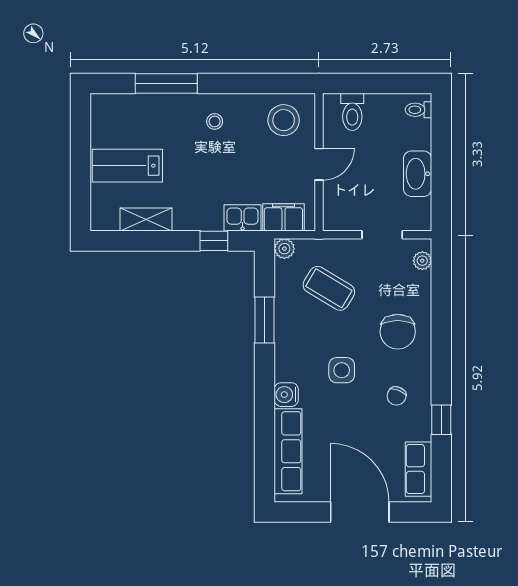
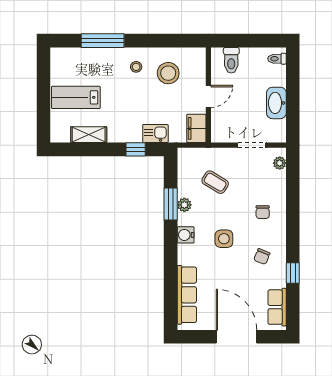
stool: (284, 120) -> (168, 73), moved
filing cabinet: (283, 217) -> (196, 128), moved, turned -90
plant: (284, 249) -> (184, 205), moved
coffee table: (329, 288) -> (215, 182), width x0.73, depth x0.77
chair: (398, 332) -> (263, 212), width x0.54, depth x0.54
water cooler: (286, 395) -> (186, 235), moved

